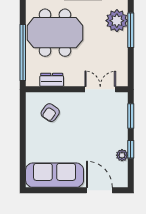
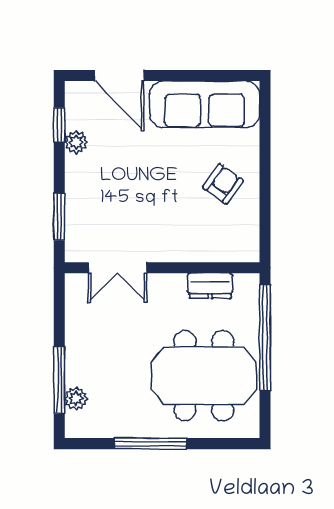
plant: (117, 21) -> (76, 398), width x0.53, depth x0.53
armchair: (50, 113) -> (223, 184), moved
window: (131, 149) -> (59, 125), moved

